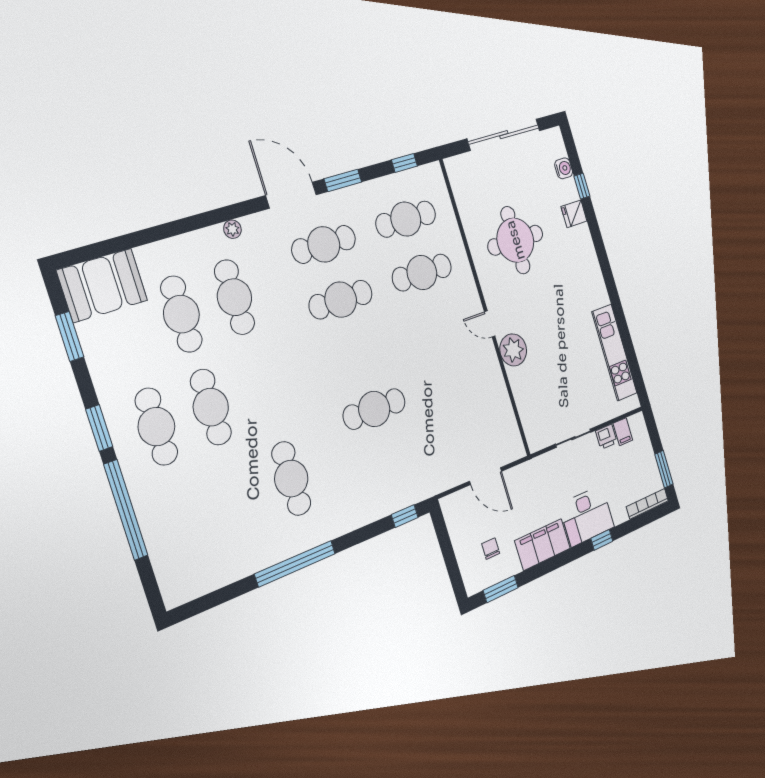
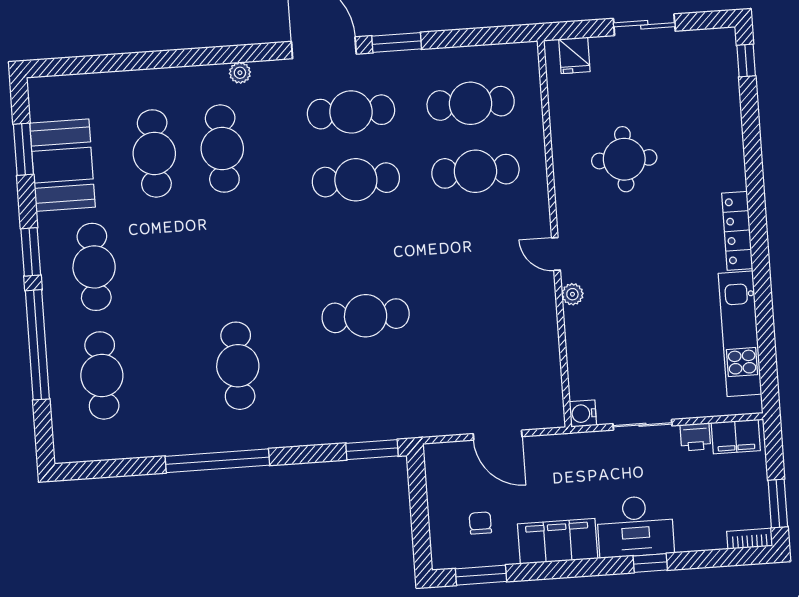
sliding door: (504, 135) -> (644, 25), width x0.54
window: (404, 163) -> (487, 36), removed
water cooler: (564, 168) -> (583, 414), moved, turned 180
window: (582, 186) -> (746, 61), moved
fridge: (574, 214) -> (574, 55), moved, turned -90
round table: (515, 240) -> (624, 159), width x0.73, depth x0.73
locker: (595, 277) -> (737, 231), added
booth: (102, 285) -> (62, 165), moved, turned 90
plant: (513, 350) -> (572, 294), width x0.53, depth x0.53
cafe table: (211, 407) -> (102, 375), moved
filing cabinet: (623, 432) -> (736, 437), width x2.00
bookcase: (647, 504) -> (750, 539), width x0.64
window: (405, 516) -> (372, 450), width x1.50

